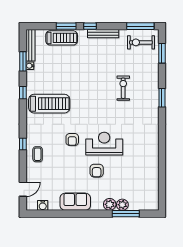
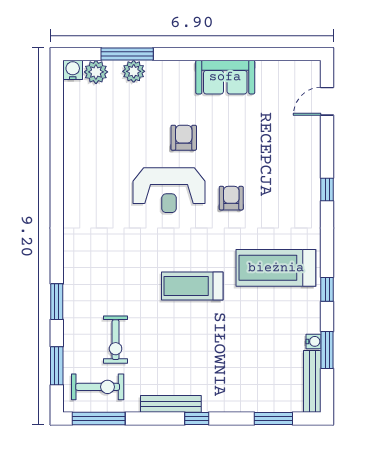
window: (66, 26) -> (273, 418), moved
treadmill: (62, 38) -> (192, 286), moved
exercise bike: (123, 88) -> (116, 340), moved
window: (162, 98) -> (57, 302), moved
coffee table: (38, 154) -> (299, 169), removed
plant: (110, 204) -> (96, 72), moved
water cooler: (43, 205) -> (73, 70), moved

